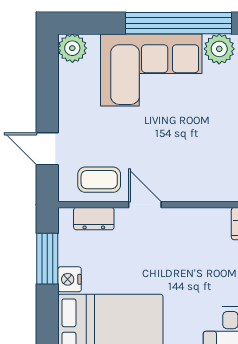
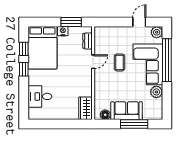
window: (178, 23) -> (167, 60), moved
door: (47, 149) -> (139, 22), moved
coffee table: (99, 180) -> (120, 62), moved

